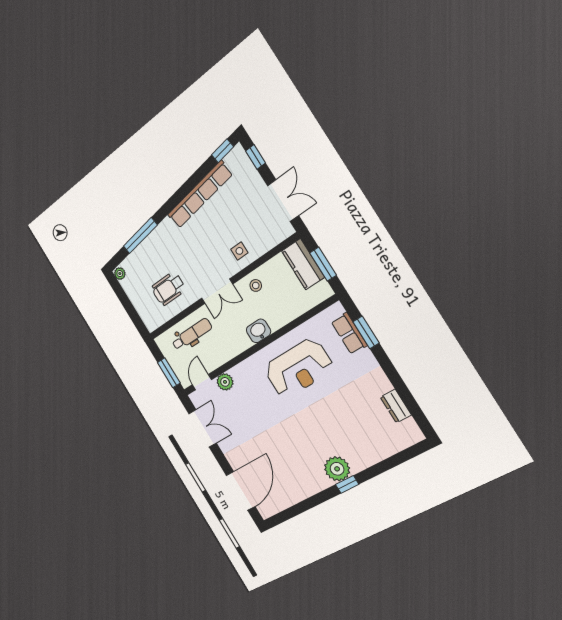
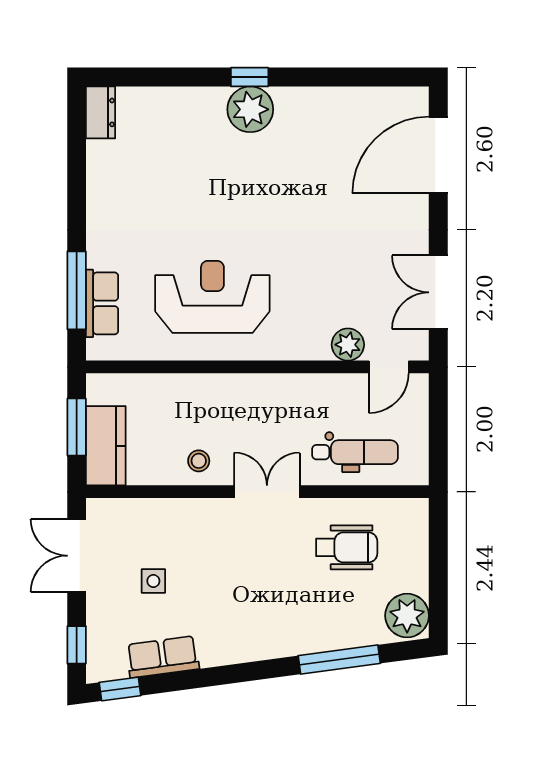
row of seats: (200, 195) -> (163, 657), width x0.50
side table: (239, 251) -> (153, 581), moved
plant: (120, 274) -> (407, 616), width x1.88, depth x1.88
washbasin: (259, 331) -> (239, 390), removed
window: (366, 332) -> (77, 290), width x1.44
dental chair: (192, 334) -> (355, 452), turned 180
window: (169, 373) -> (438, 416), removed
dresser: (396, 406) -> (101, 112), moved

